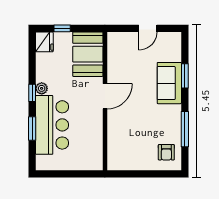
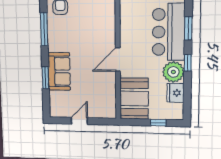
fridge: (44, 42) -> (175, 93), moved
plant: (42, 88) -> (173, 72), width x1.88, depth x1.88

